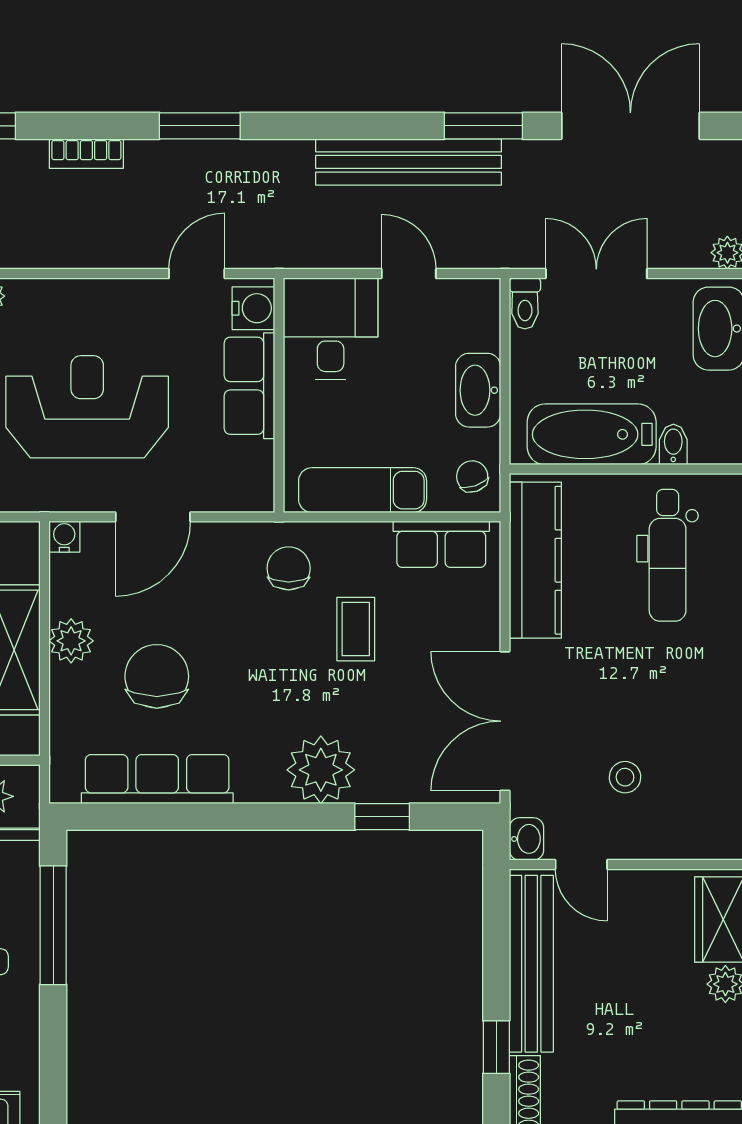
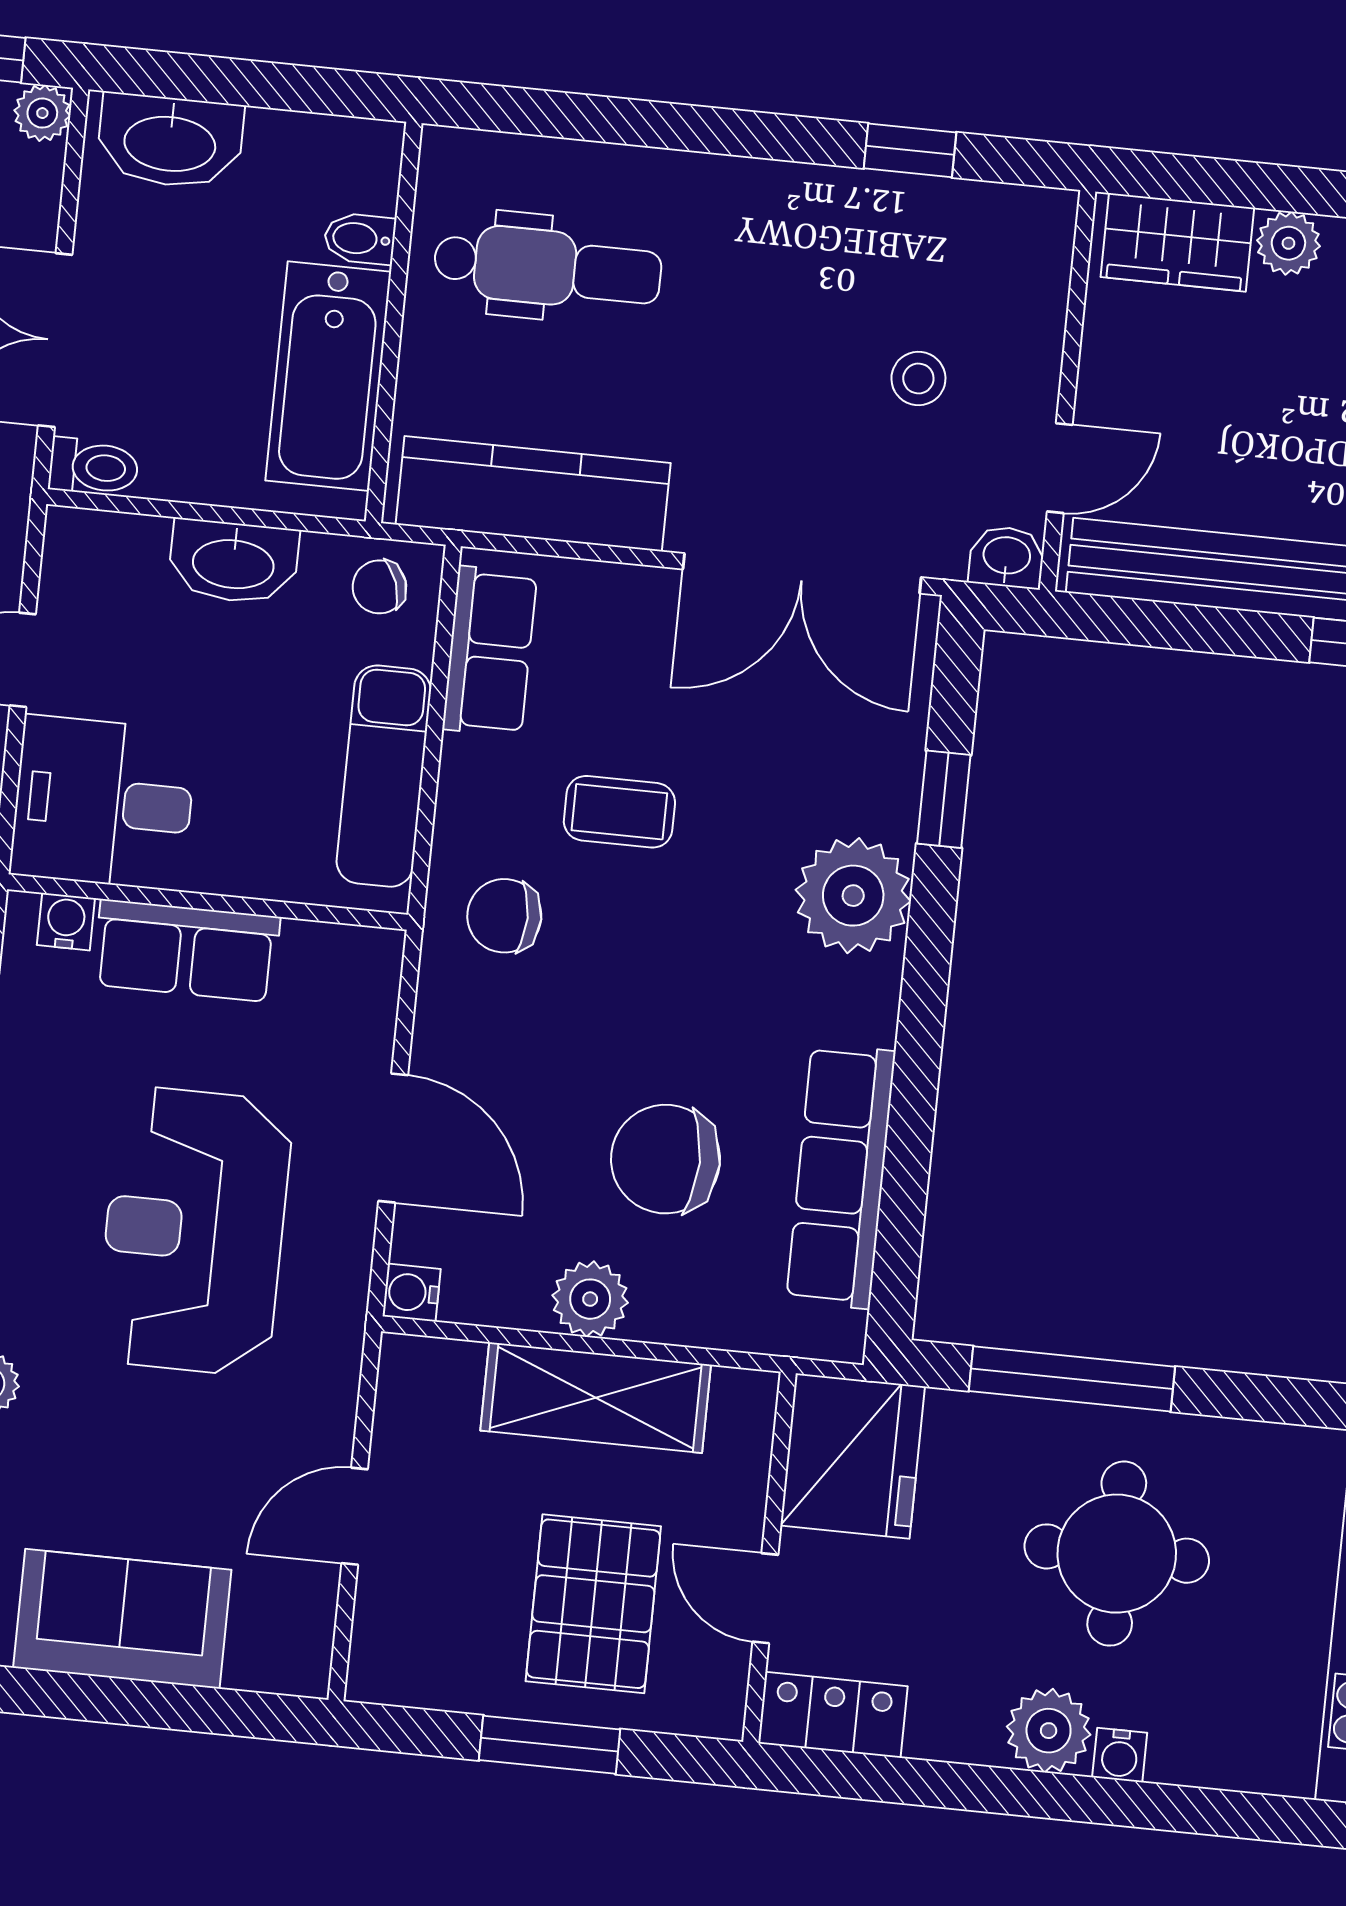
water cooler: (253, 308) -> (66, 922), width x0.72, depth x0.72

